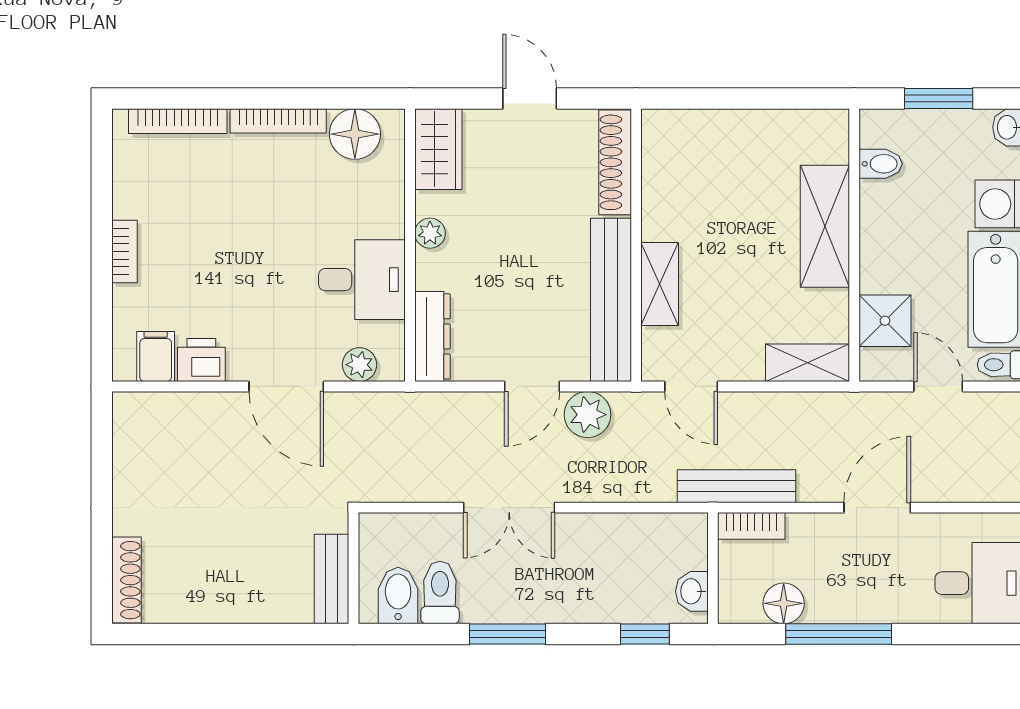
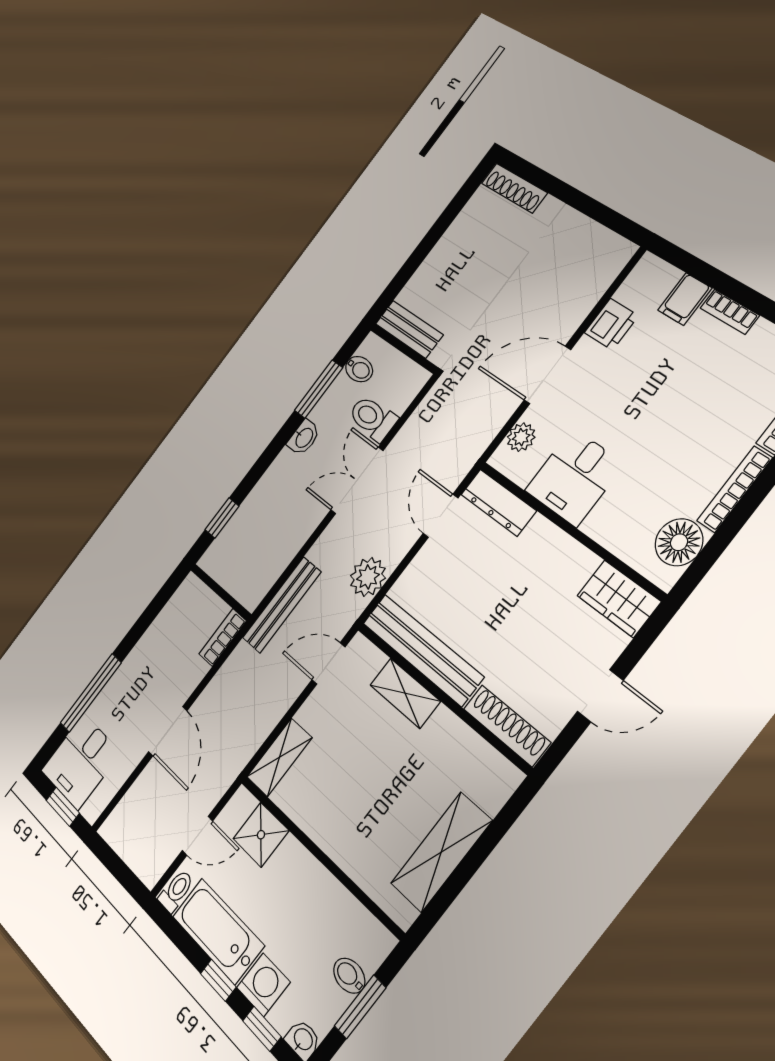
bidet: (881, 164) -> (349, 976), moved, turned 90
shelving: (825, 226) -> (441, 852), moved, turned 90
plant: (430, 233) -> (566, 550), removed
filing cabinet: (156, 356) -> (685, 299), moved, turned 90
door: (532, 386) -> (441, 516), moved
bench: (737, 486) -> (282, 605), moved
washbasin: (692, 591) -> (304, 437), moved, turned 90
toilet: (440, 593) -> (372, 418), moved, turned 180
bidet: (398, 596) -> (359, 369), width x0.72, depth x0.74
floor lamp: (784, 603) -> (168, 623), removed
window: (507, 634) -> (319, 389), moved
window: (839, 634) -> (91, 693), moved

